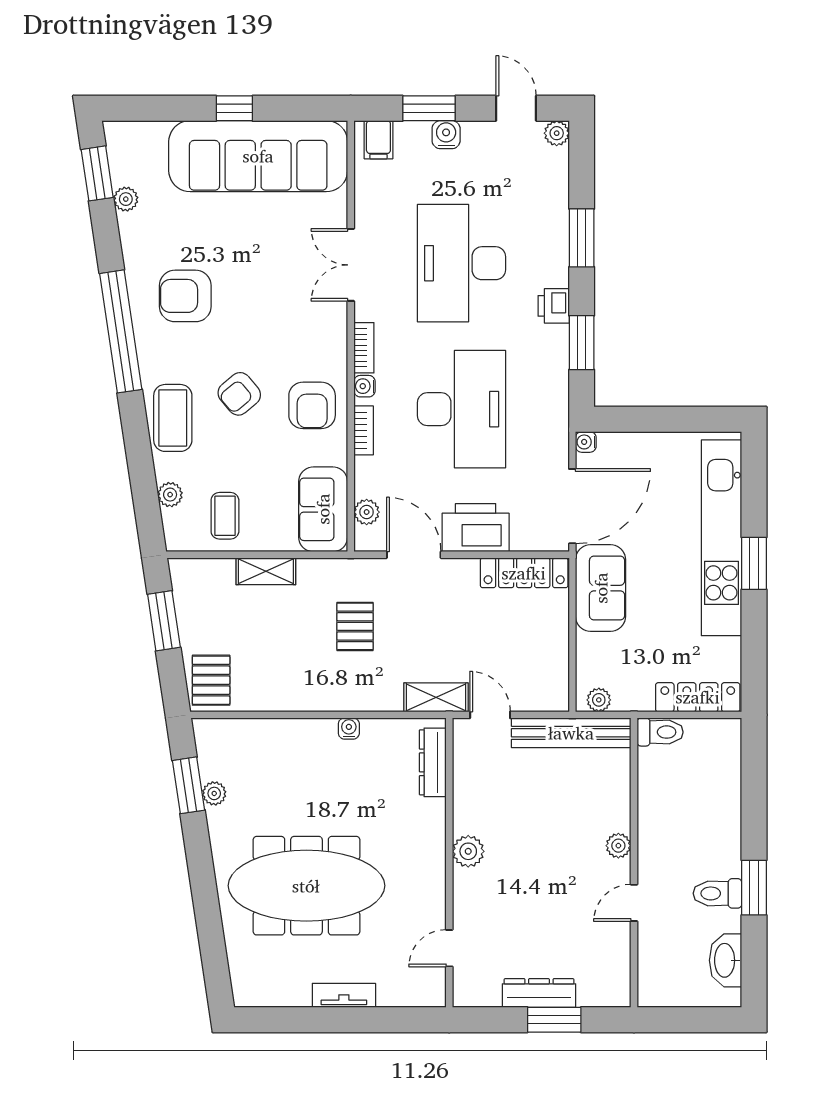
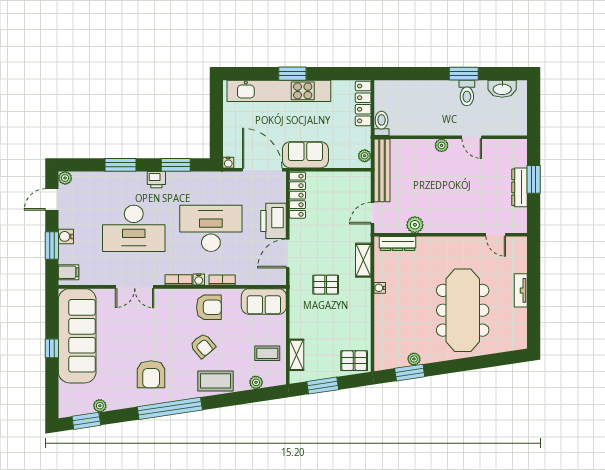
plant: (367, 512) -> (265, 278), removed
shelving: (266, 571) -> (297, 355), moved
shelving: (436, 697) -> (363, 260), moved
plant: (468, 851) -> (415, 225), moved

